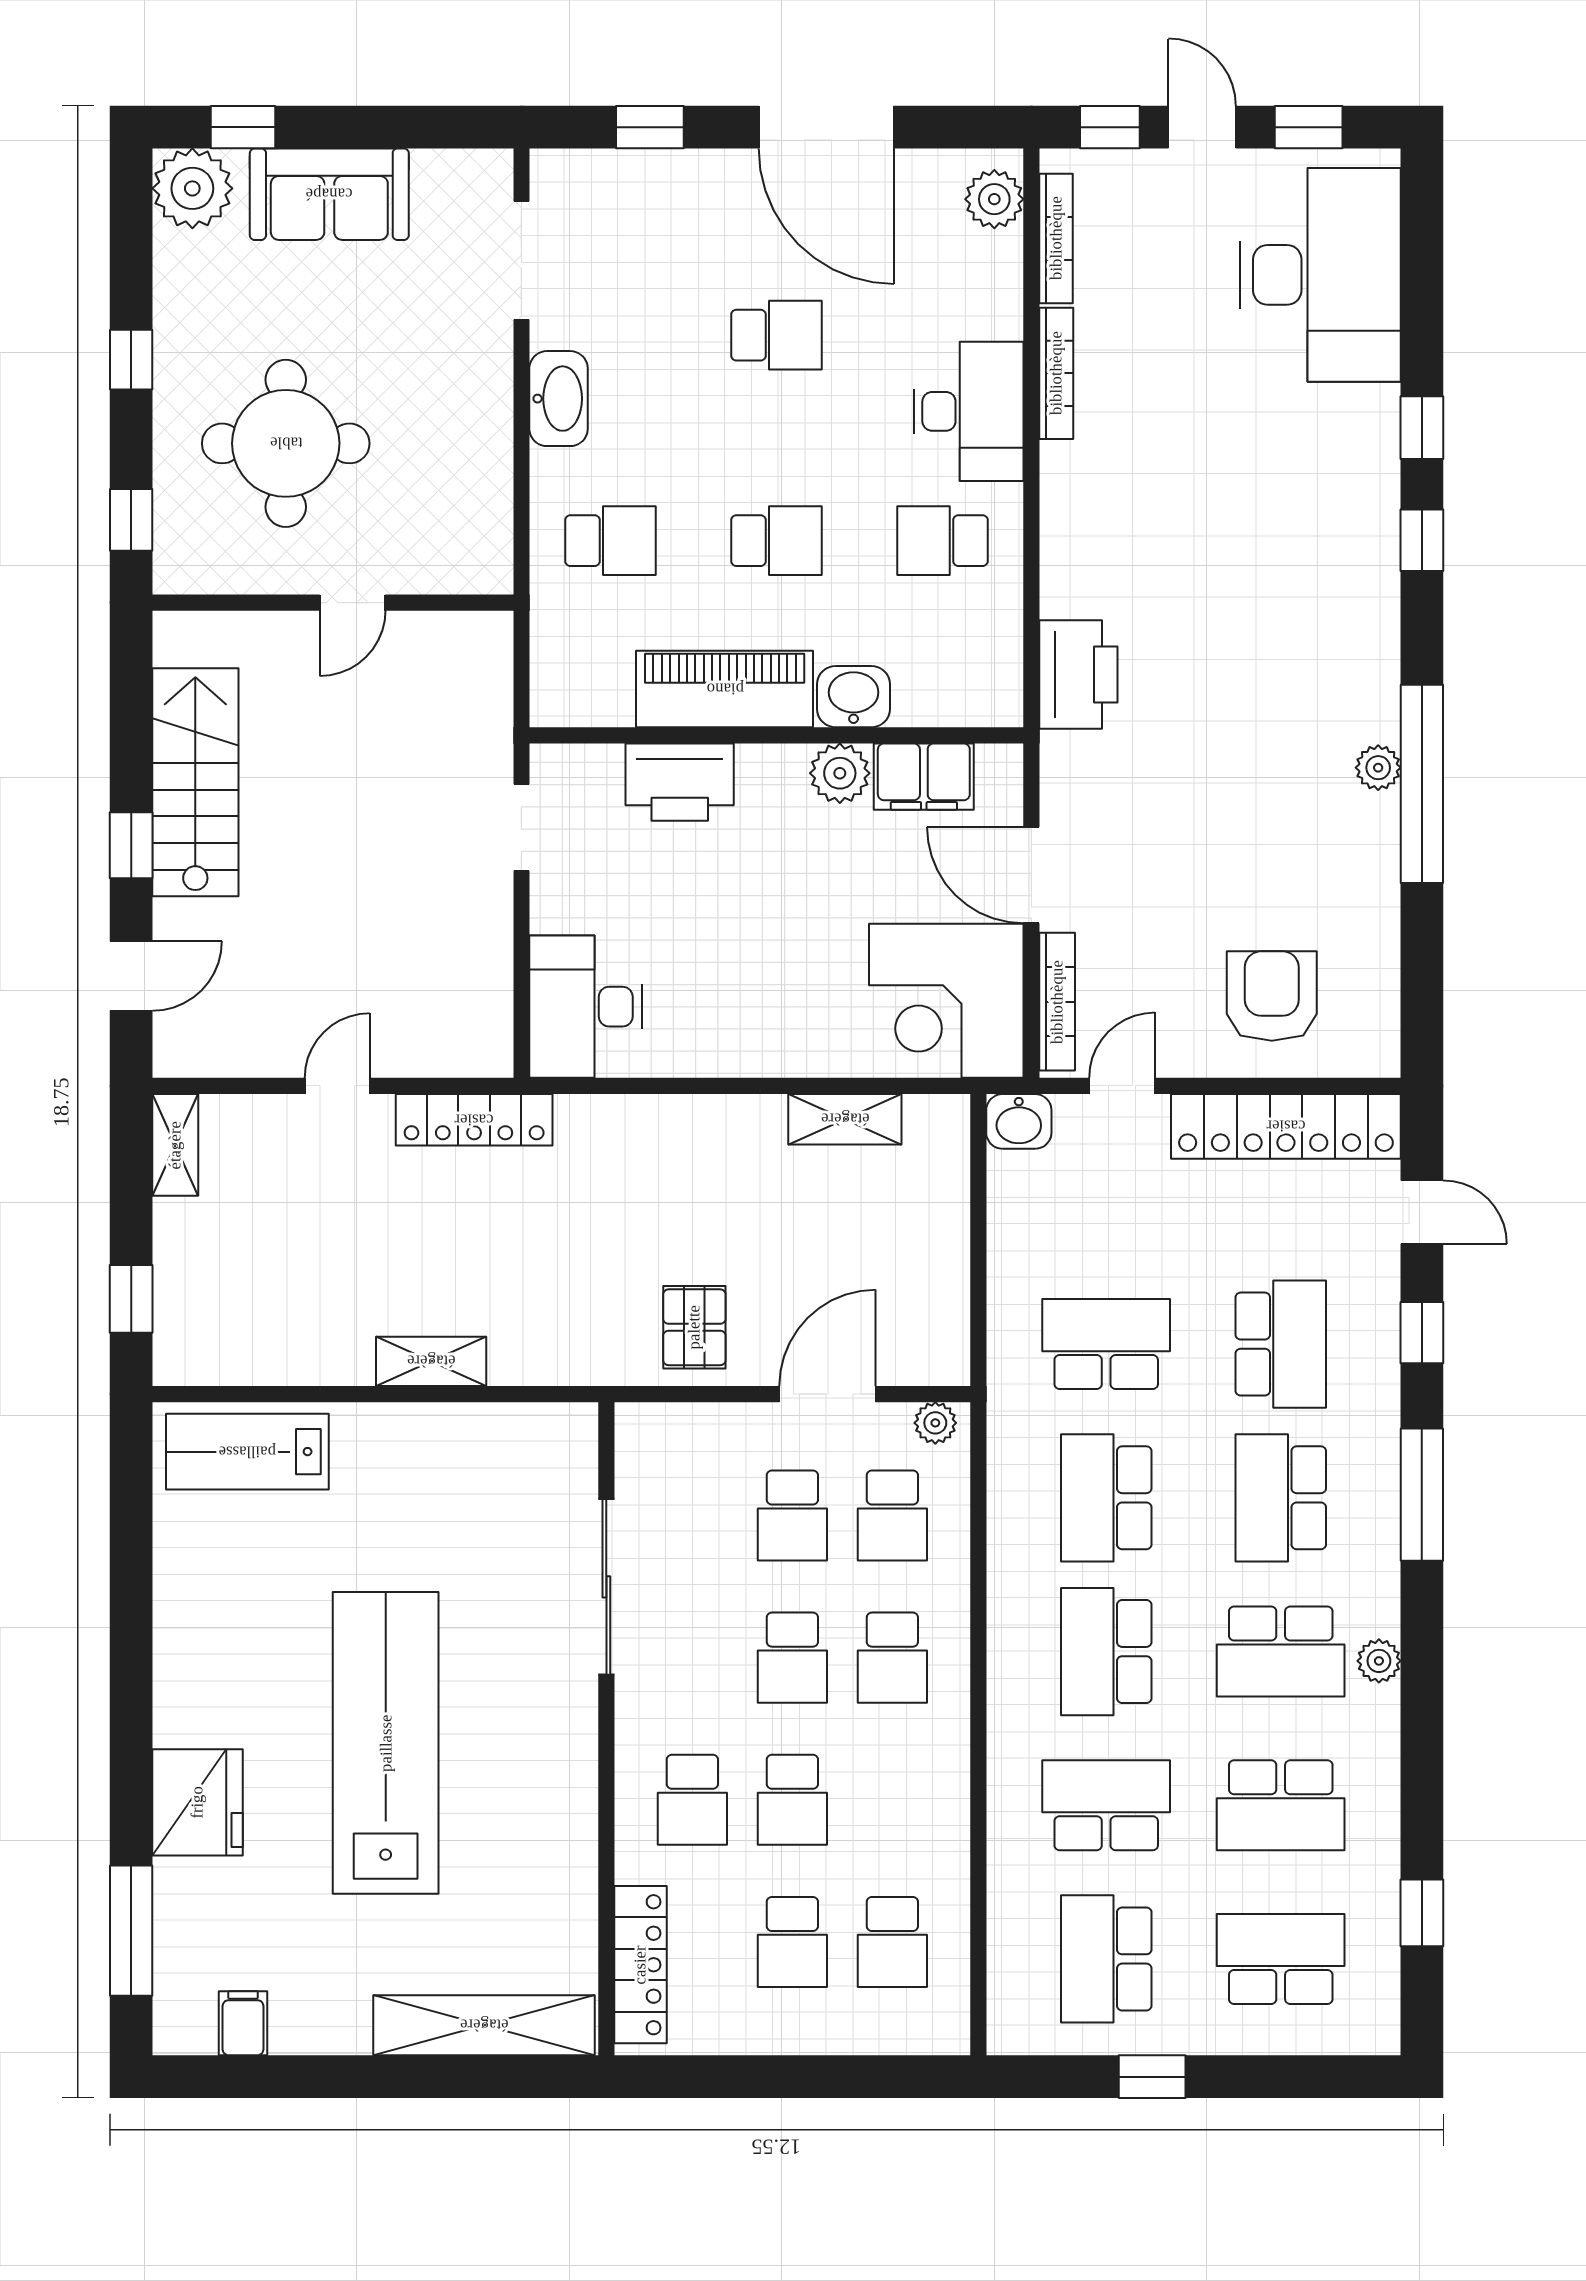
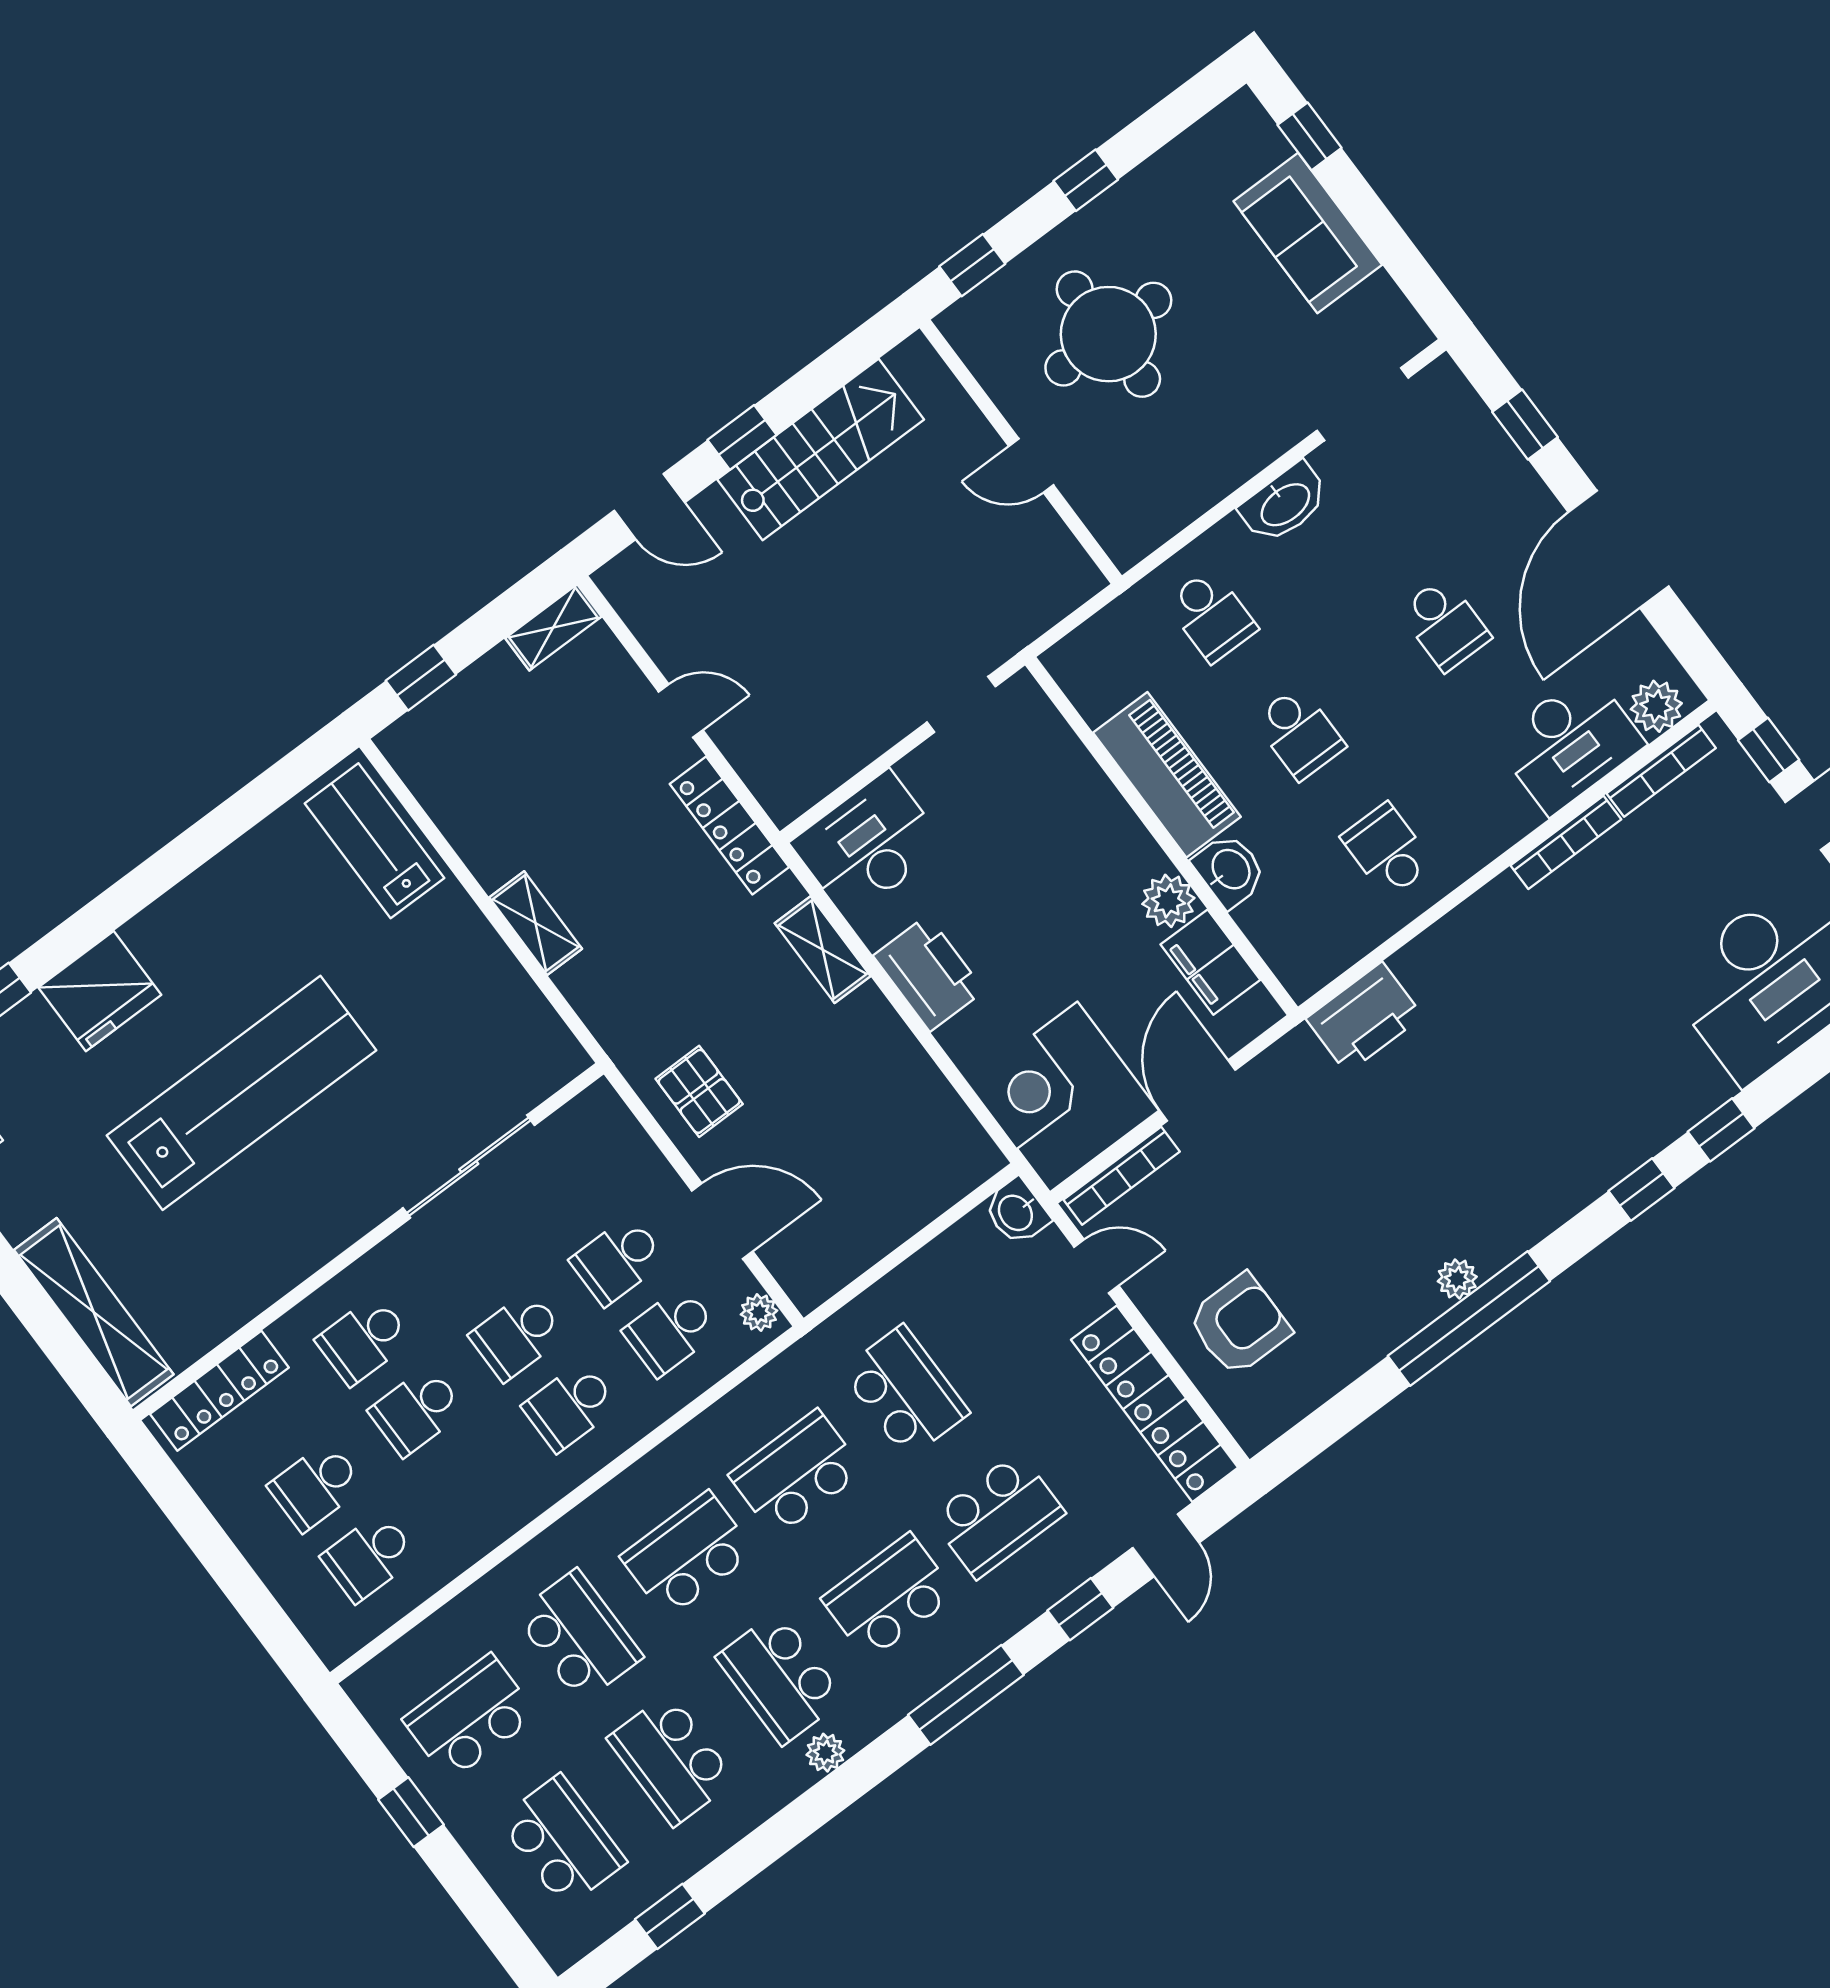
plant: (192, 188) -> (1239, 133), removed
desk: (969, 411) -> (1570, 743), moved
printer: (680, 782) -> (929, 973), moved, turned 180
shelving: (845, 1119) -> (823, 950), moved
pallet: (694, 1327) -> (699, 1091), turned 90

